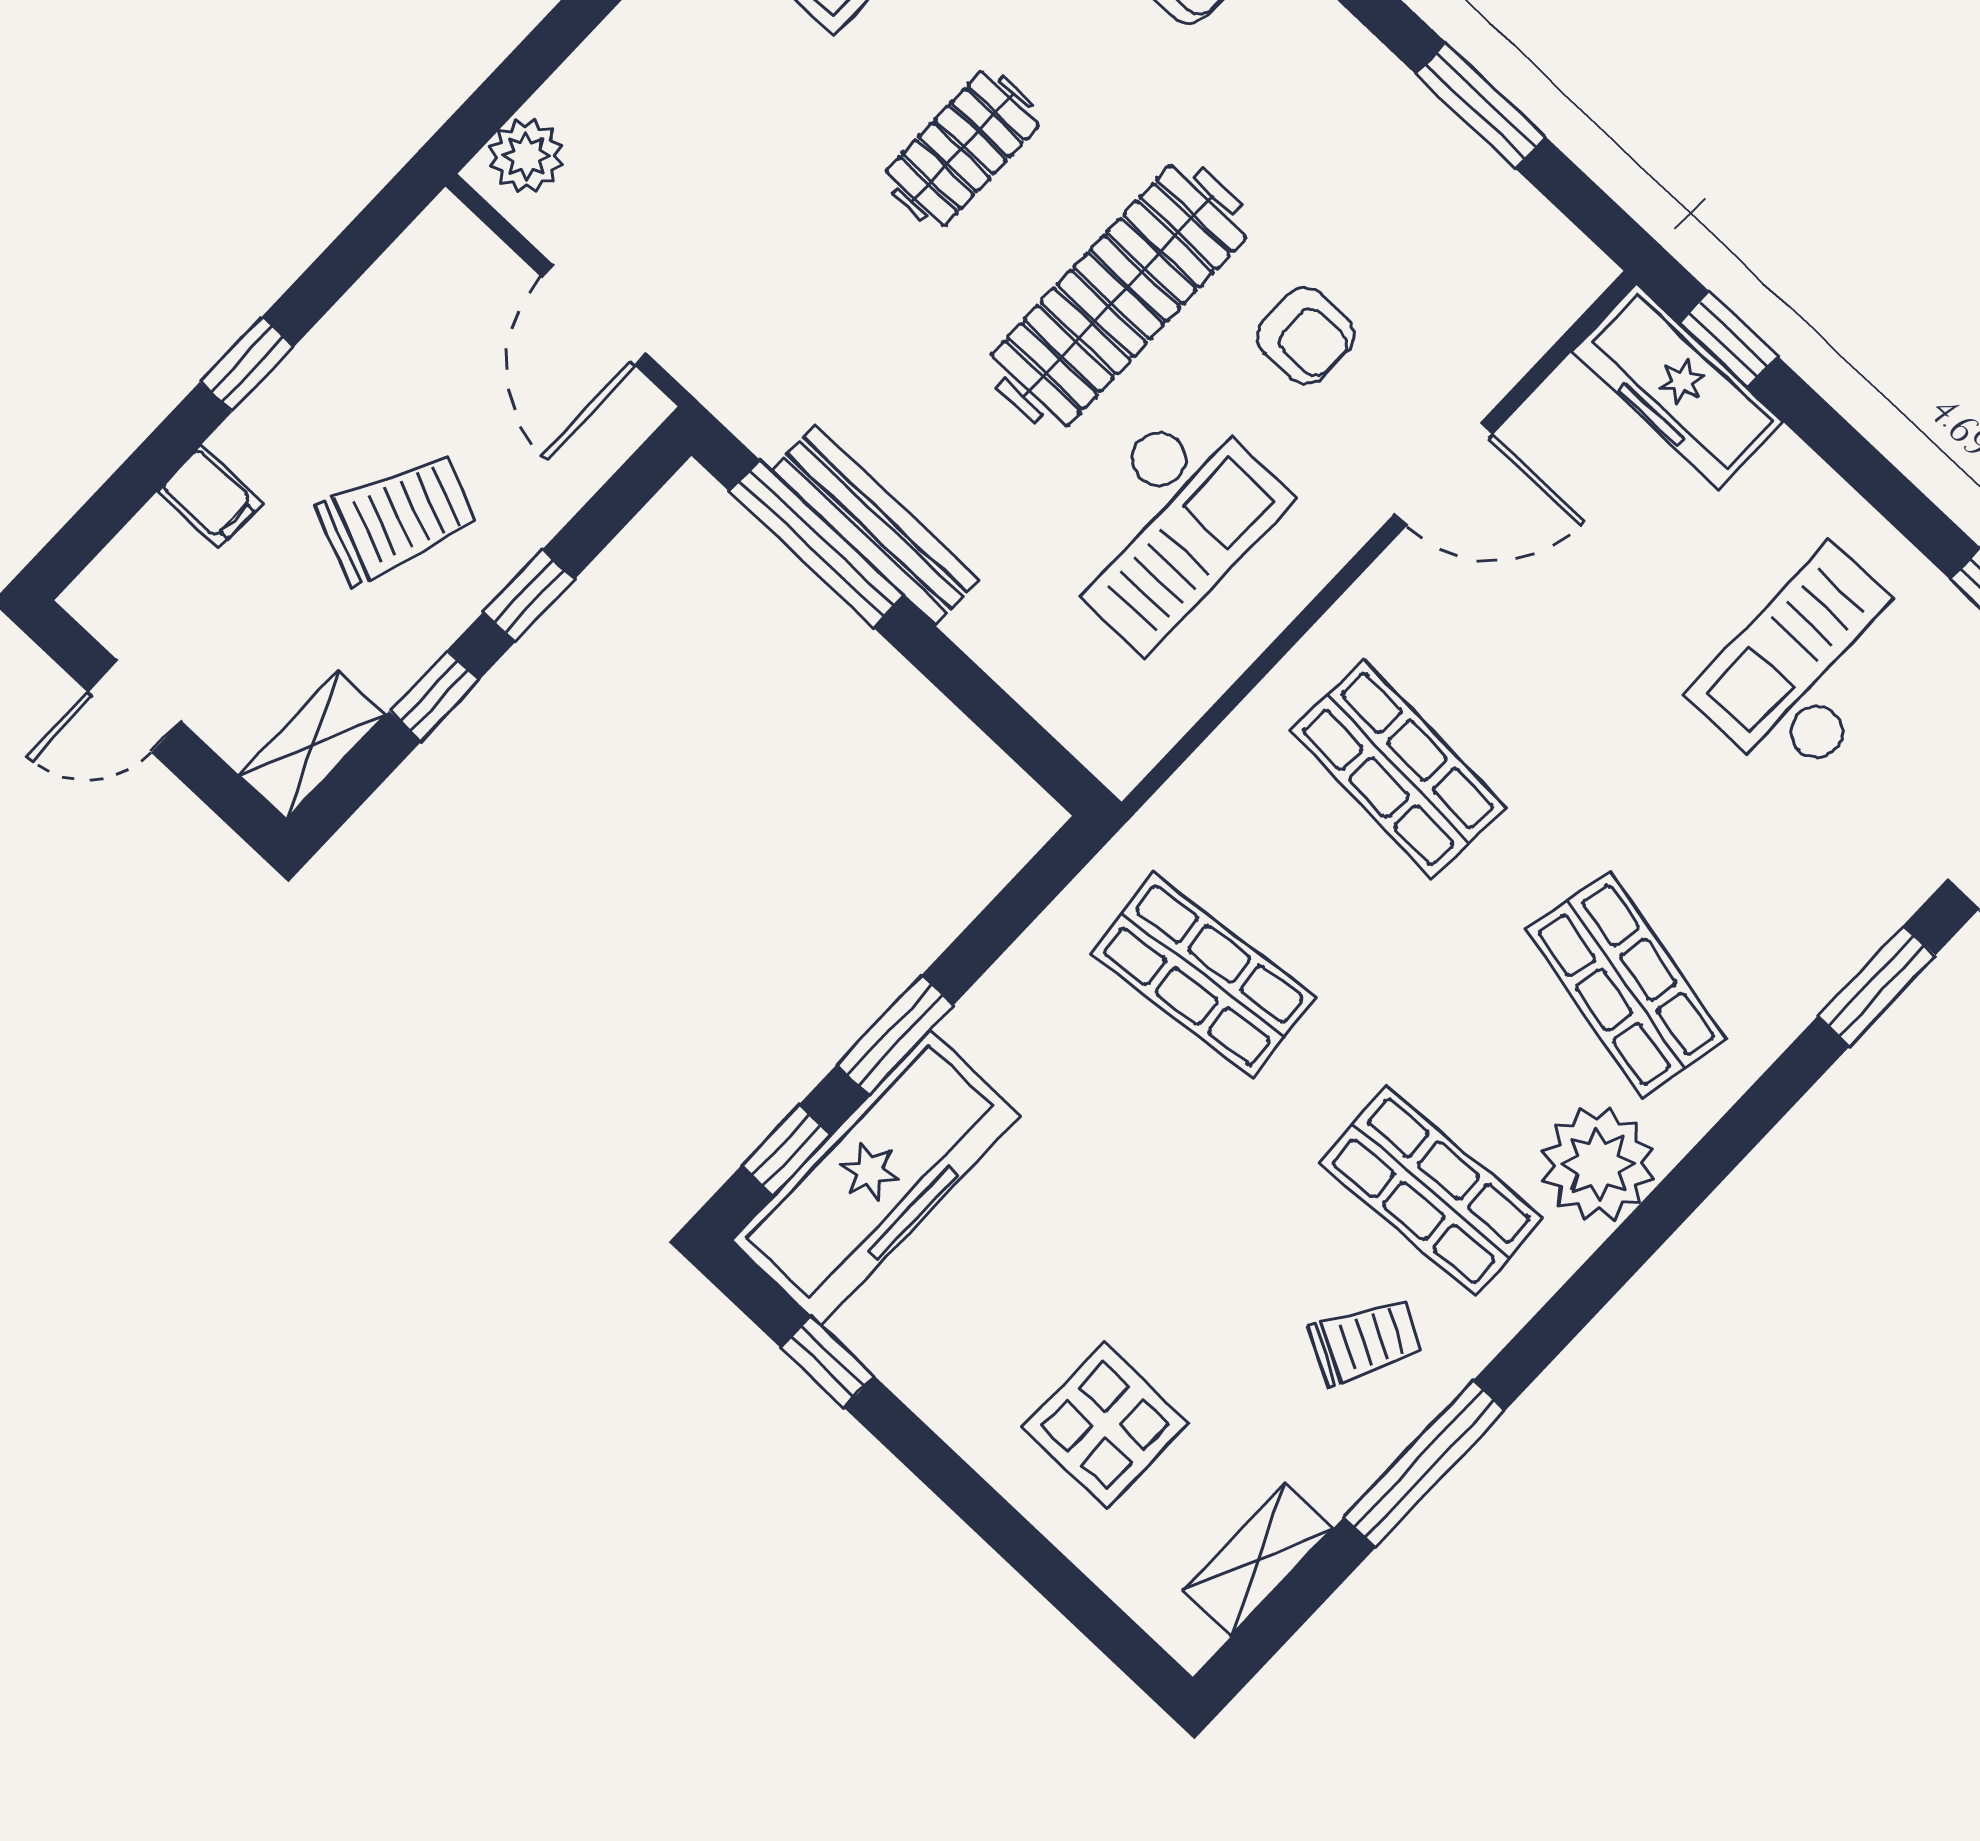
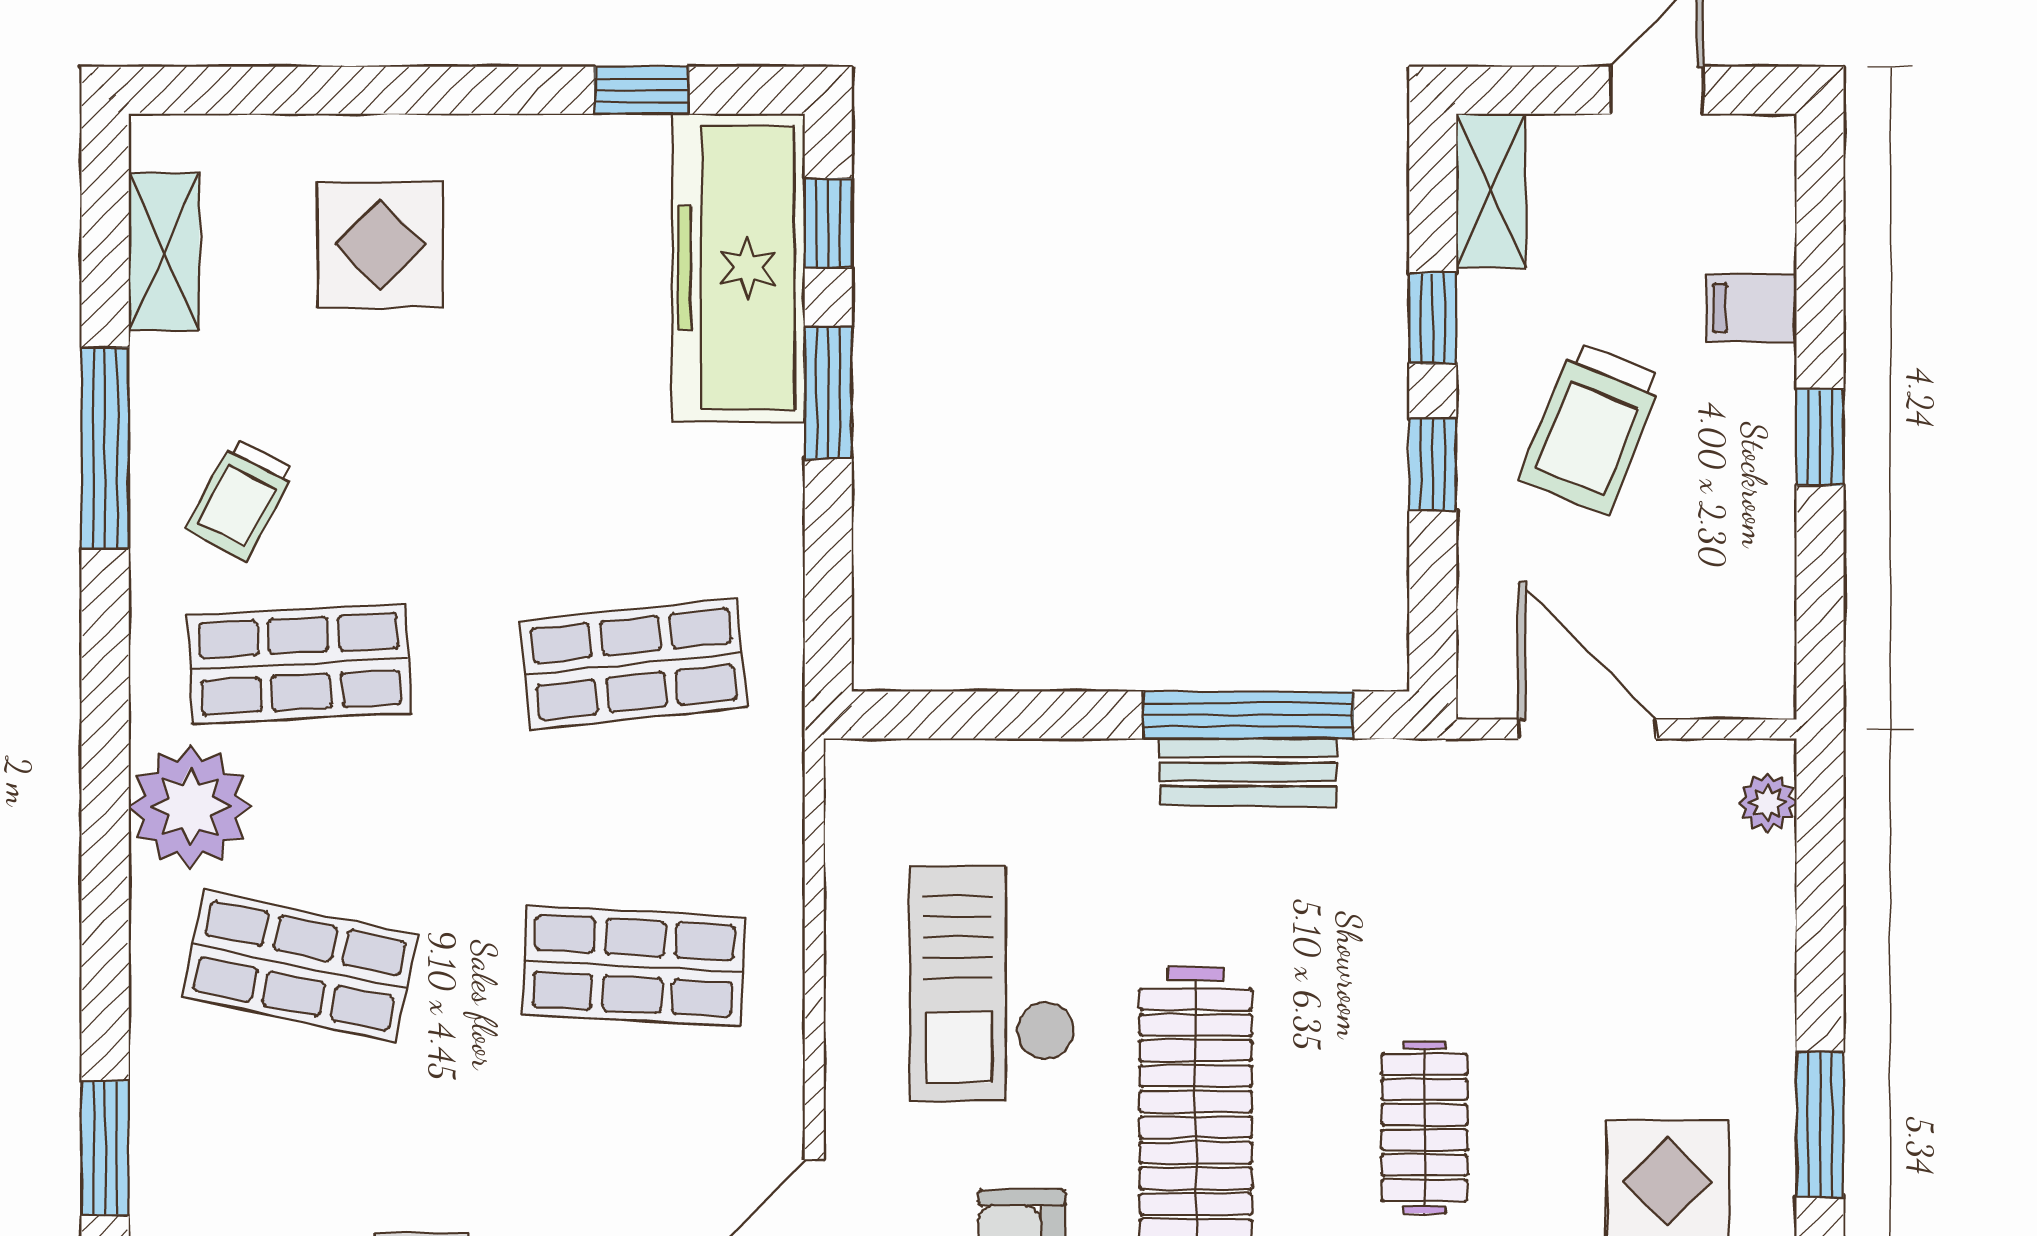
plant: (526, 156) -> (1767, 802), width x0.73, depth x0.73
bench: (875, 525) -> (1248, 772), width x0.73

